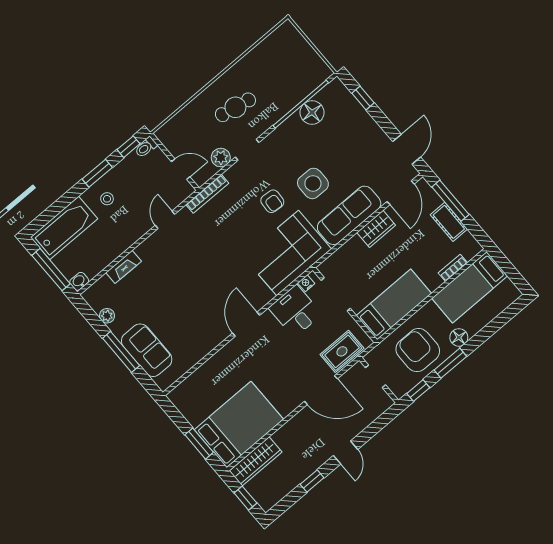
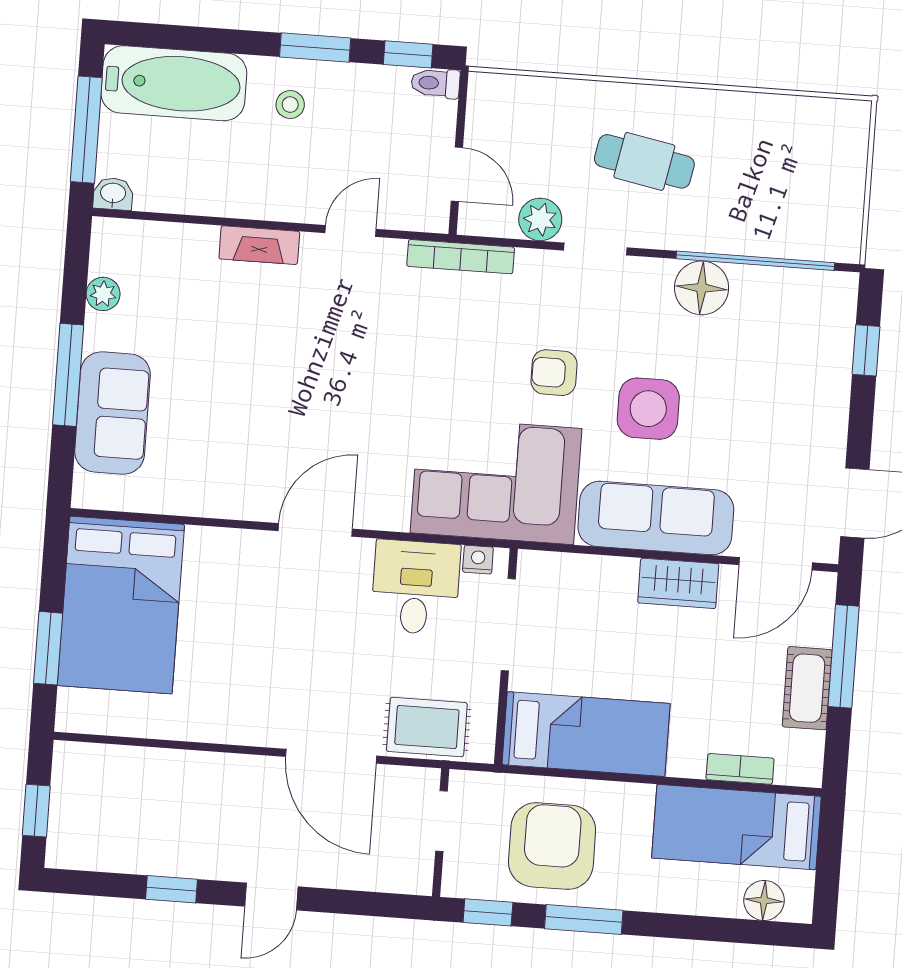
floor lamp: (312, 112) -> (702, 288), moved
armchair: (272, 201) -> (554, 373), turned 86
fireplace: (124, 267) -> (259, 245), moved
floor lamp: (459, 337) -> (764, 900), moved
bed: (239, 424) -> (121, 605), moved, turned 90
wardrobe: (256, 461) -> (111, 767), removed

